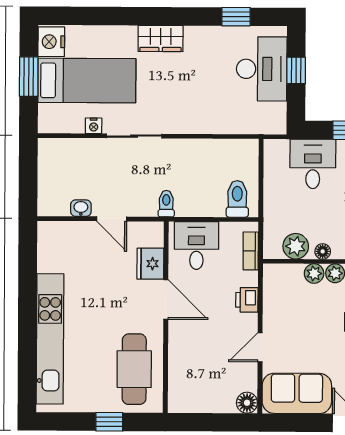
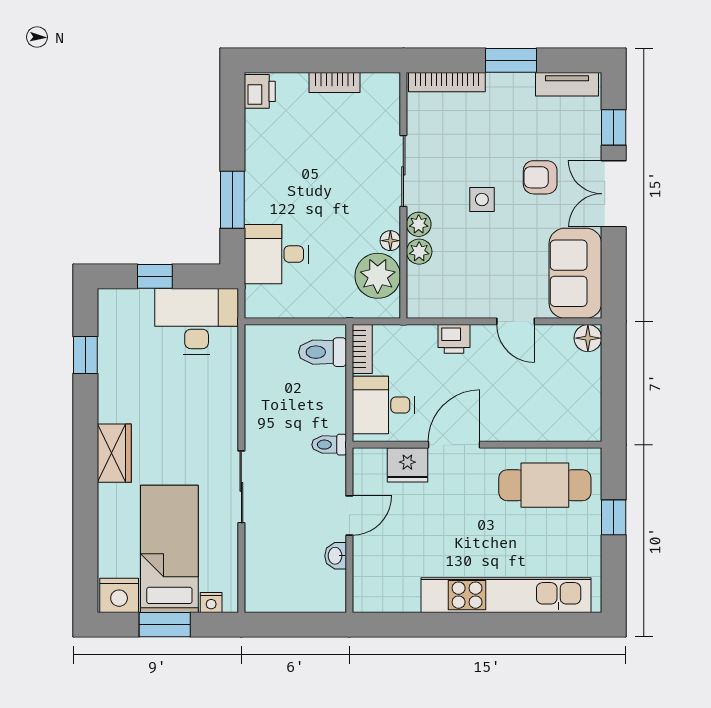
desk: (262, 69) -> (197, 321), moved
nightstand: (94, 126) -> (211, 603), moved, turned 90
plant: (296, 246) -> (378, 276), width x1.36, depth x1.36
bookcase: (251, 251) -> (362, 349), moved, turned -90

